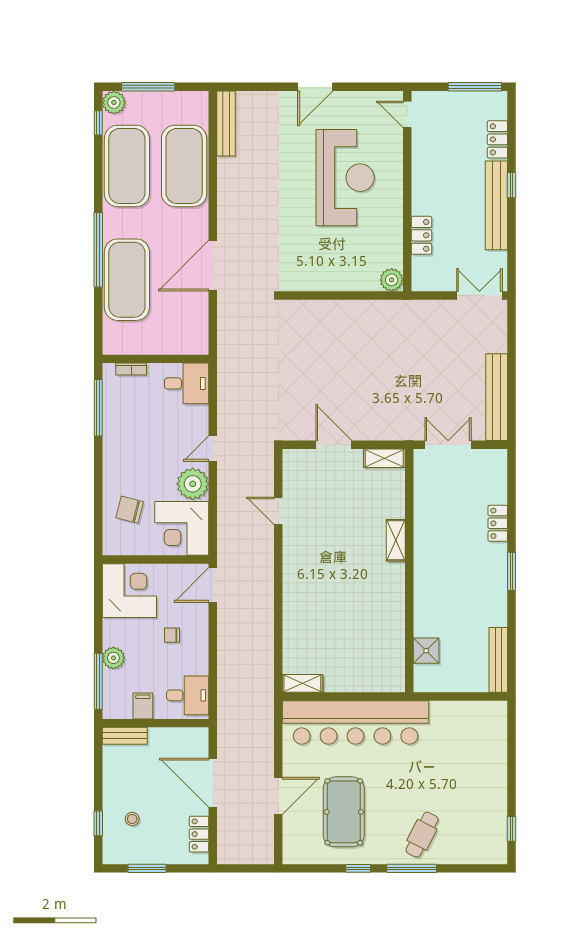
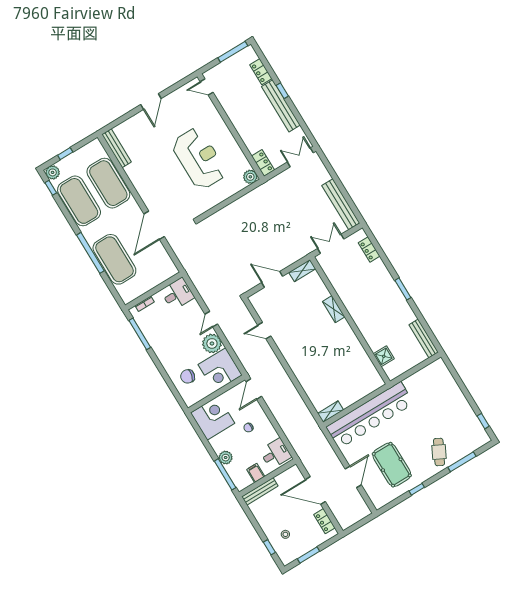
window: (148, 87) -> (65, 154), width x0.46
reception desk: (345, 178) -> (199, 159), moved
locker: (421, 235) -> (263, 163), moved
locker: (498, 523) -> (369, 249), moved
bench: (125, 736) -> (260, 491), width x1.36
window: (412, 868) -> (462, 462), moved

